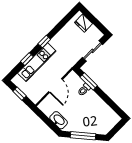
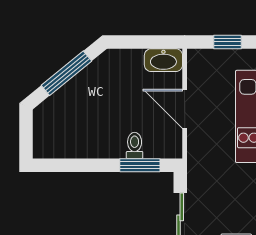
washbasin: (59, 120) -> (163, 60), moved

